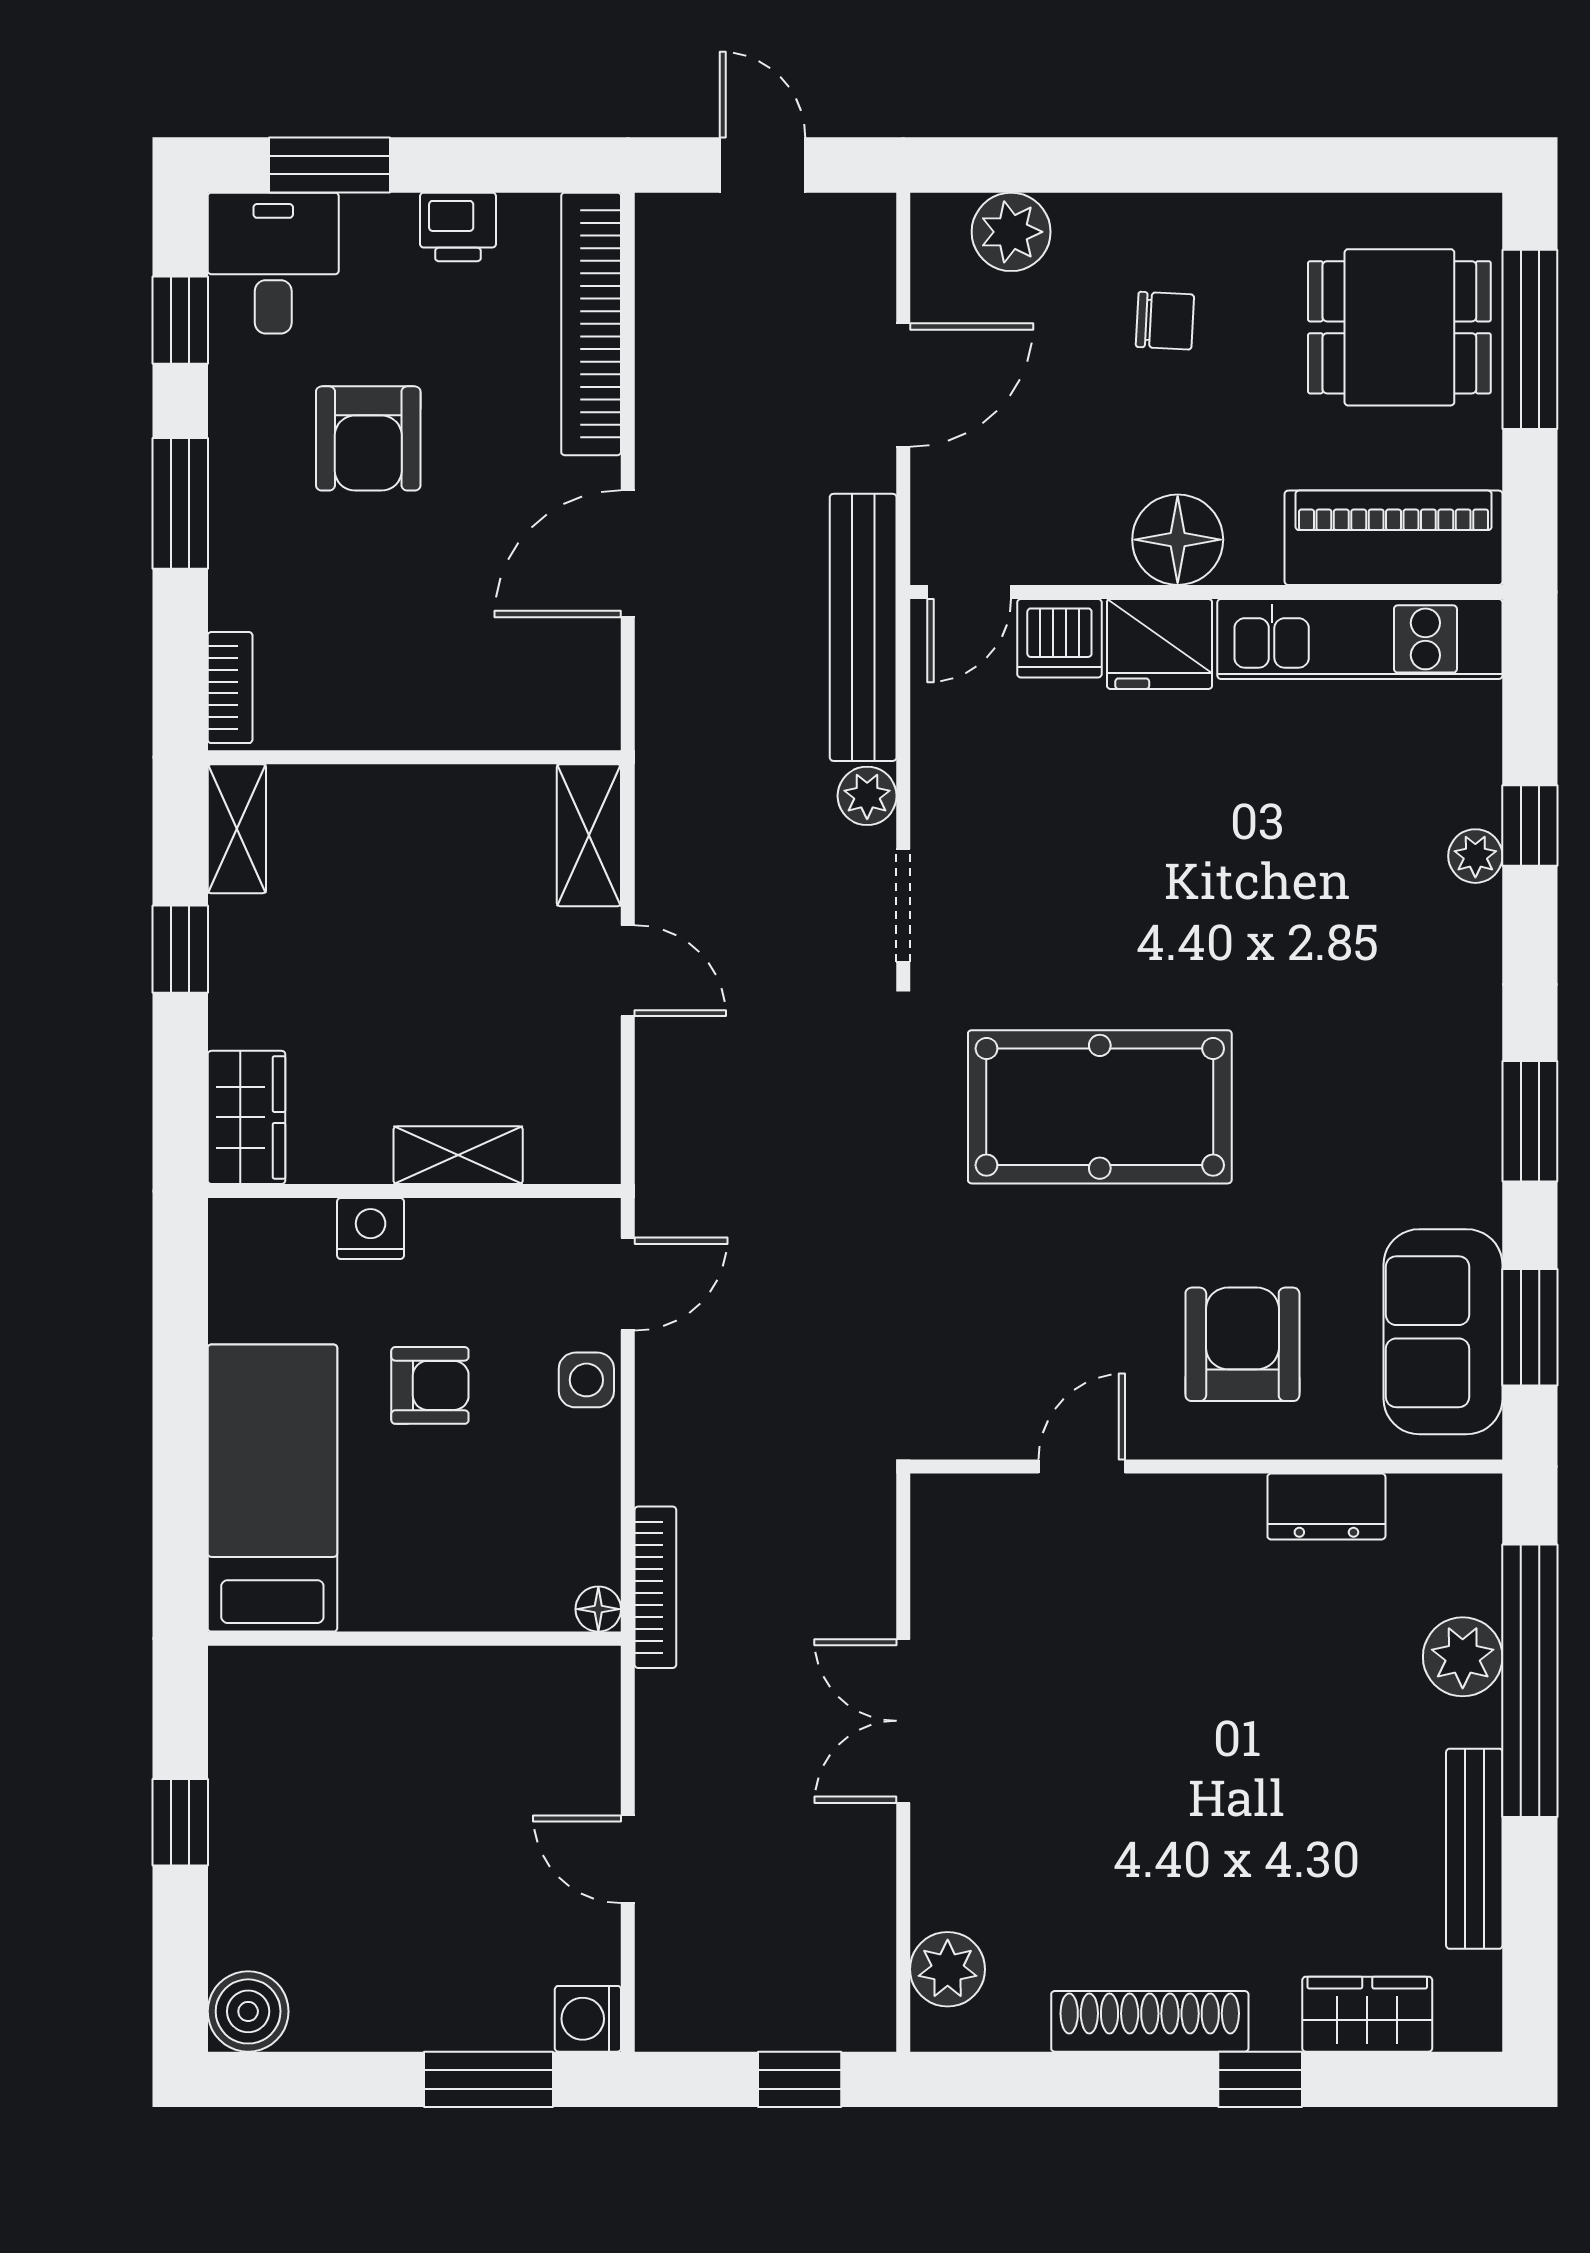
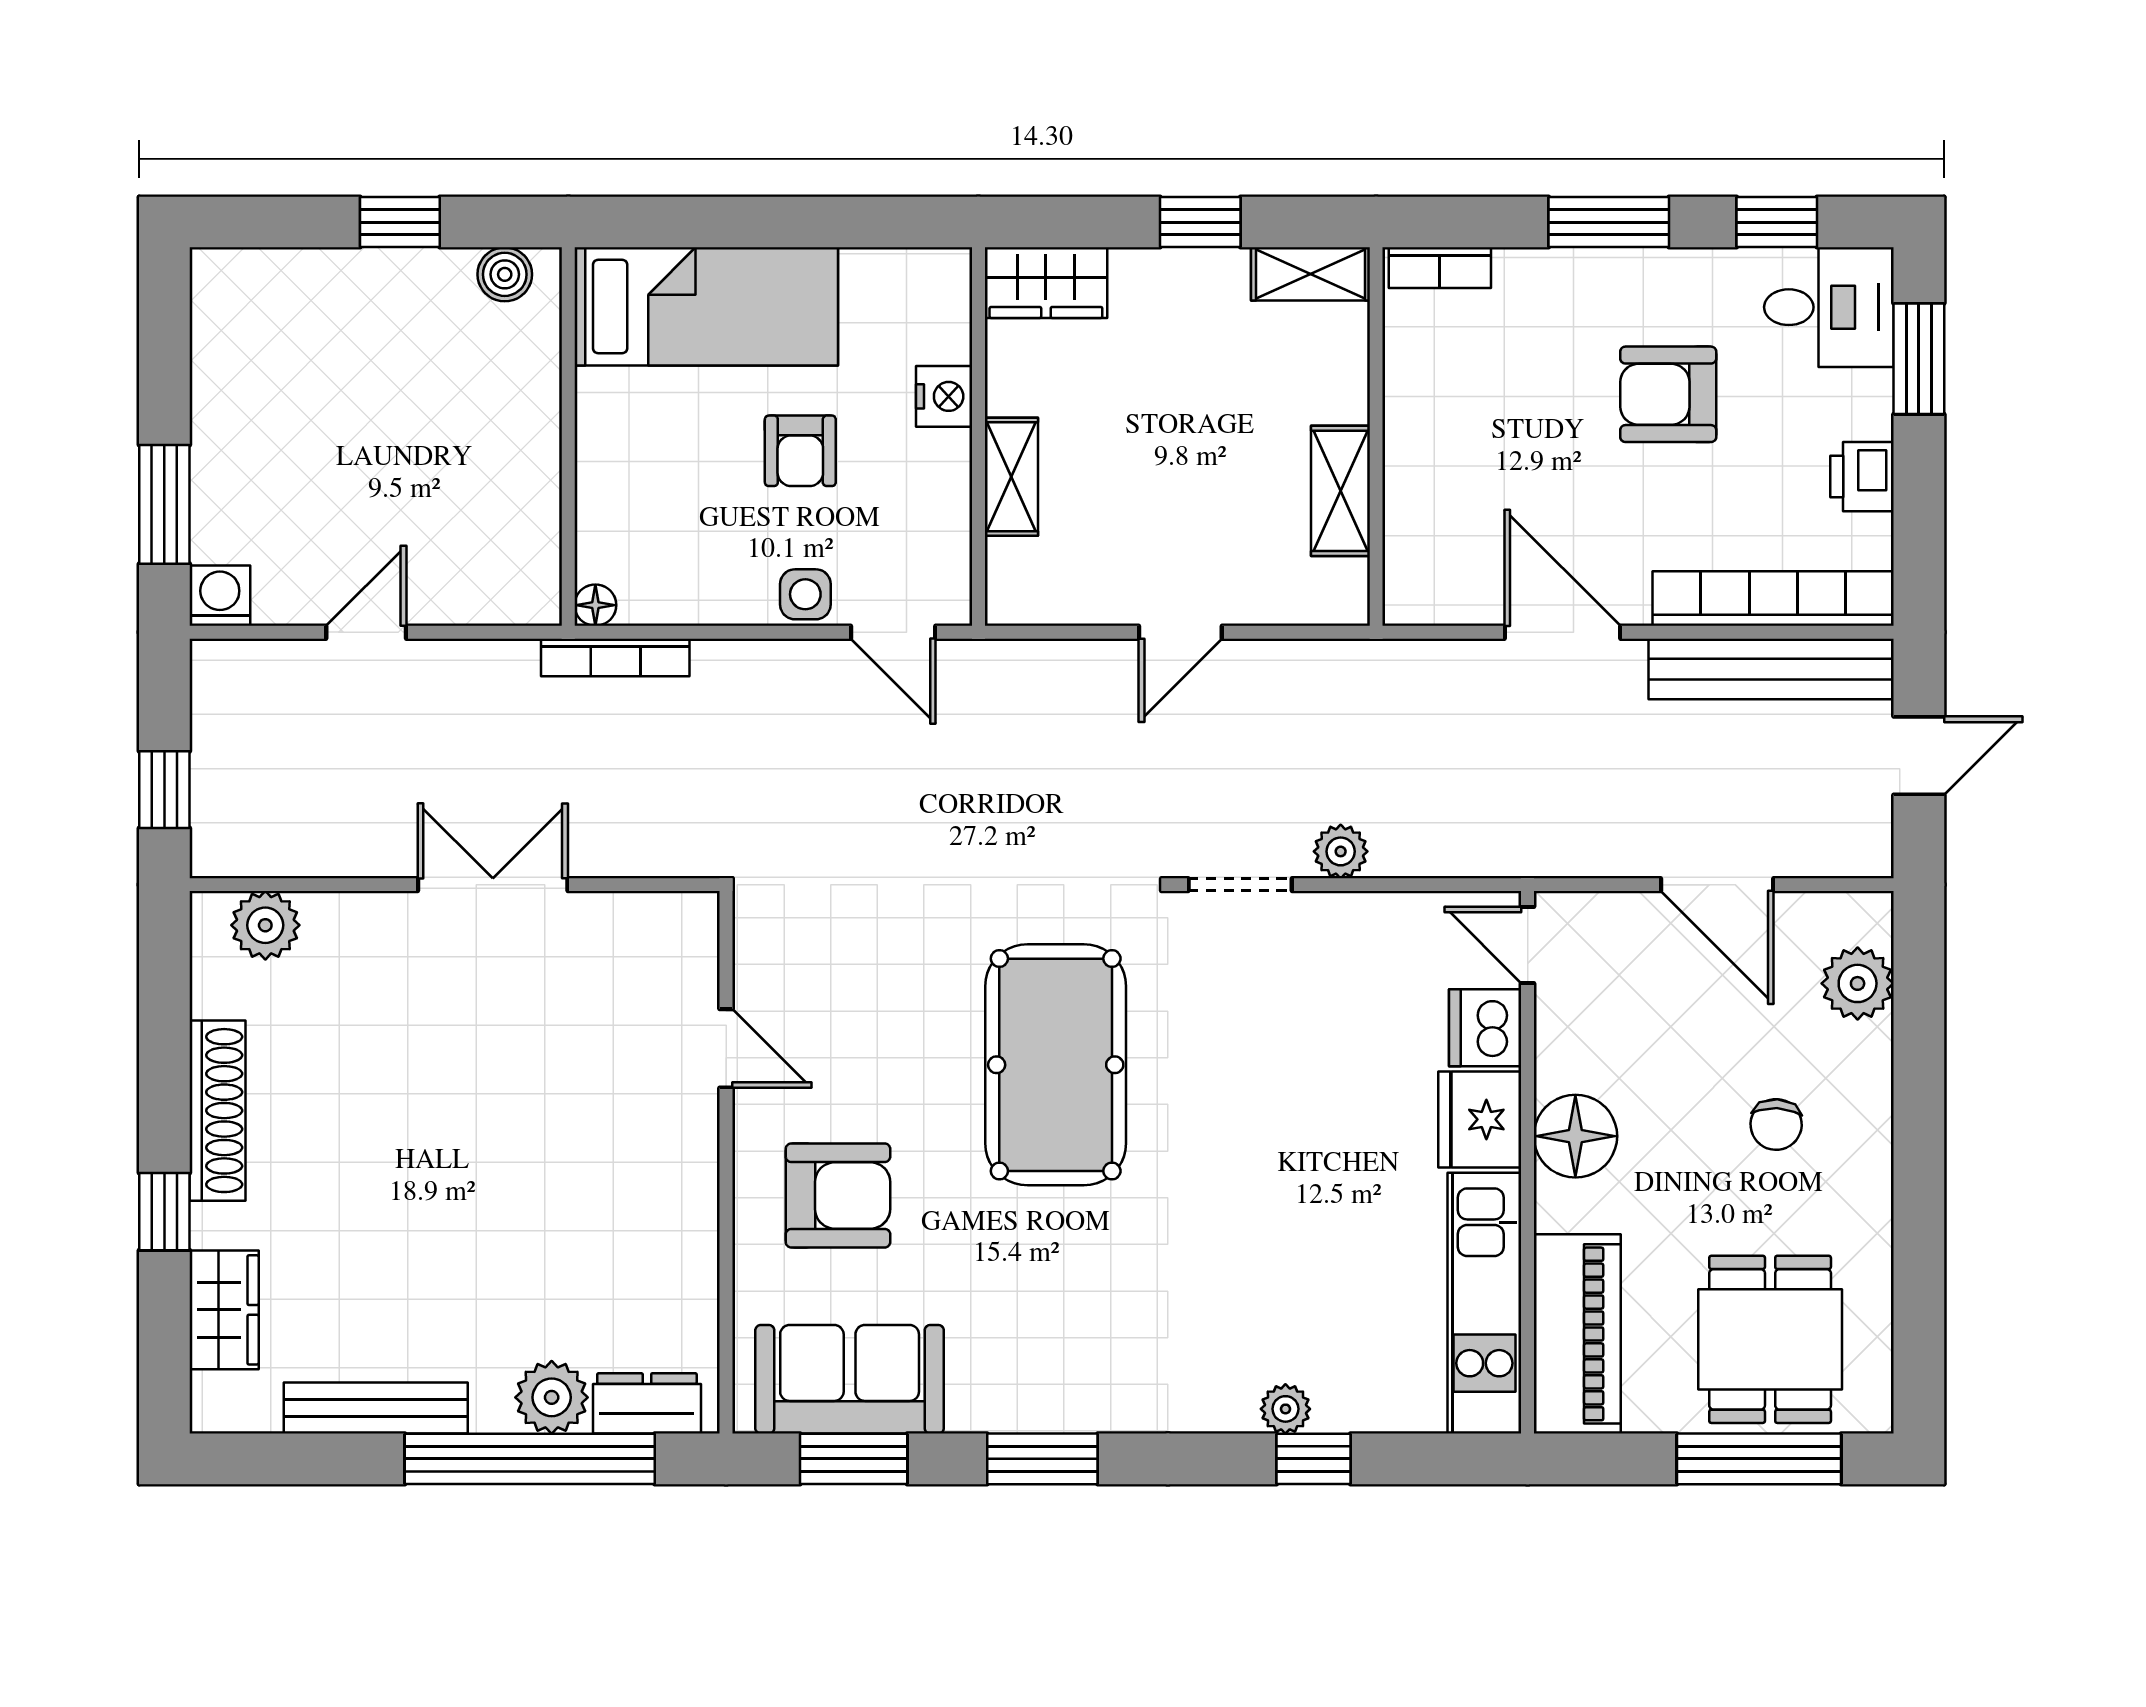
bench: (863, 627) -> (1771, 669), moved
shelving: (589, 835) -> (1340, 491), moved, turned 90
dresser: (1326, 1506) -> (647, 1403), moved, turned 90
boiler: (248, 2011) -> (505, 274), moved, width x0.73, depth x0.73

